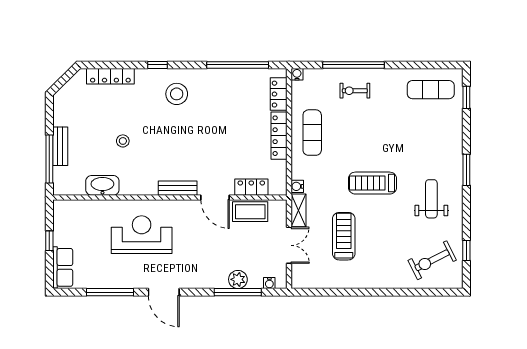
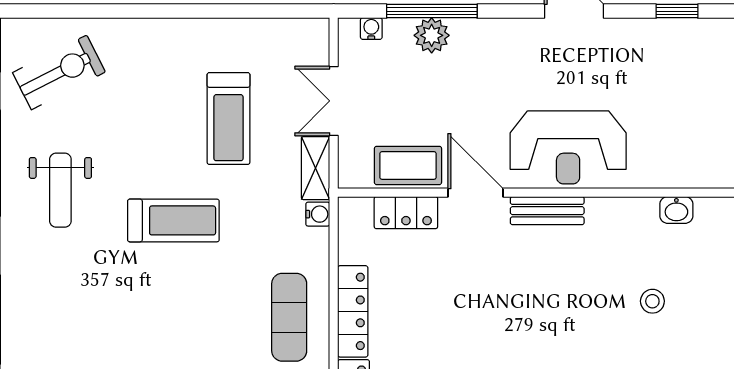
washbasin: (102, 185) -> (676, 210), width x0.52, depth x0.69
reception desk: (142, 235) -> (568, 147), moved
window: (110, 292) -> (677, 11), width x0.46

